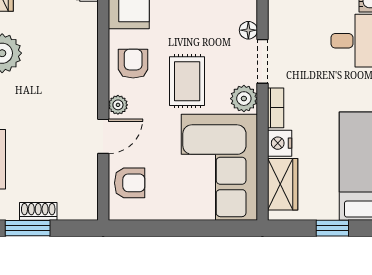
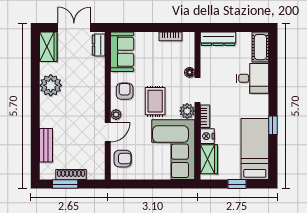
shoe rack: (38, 211) -> (71, 175), width x1.43

